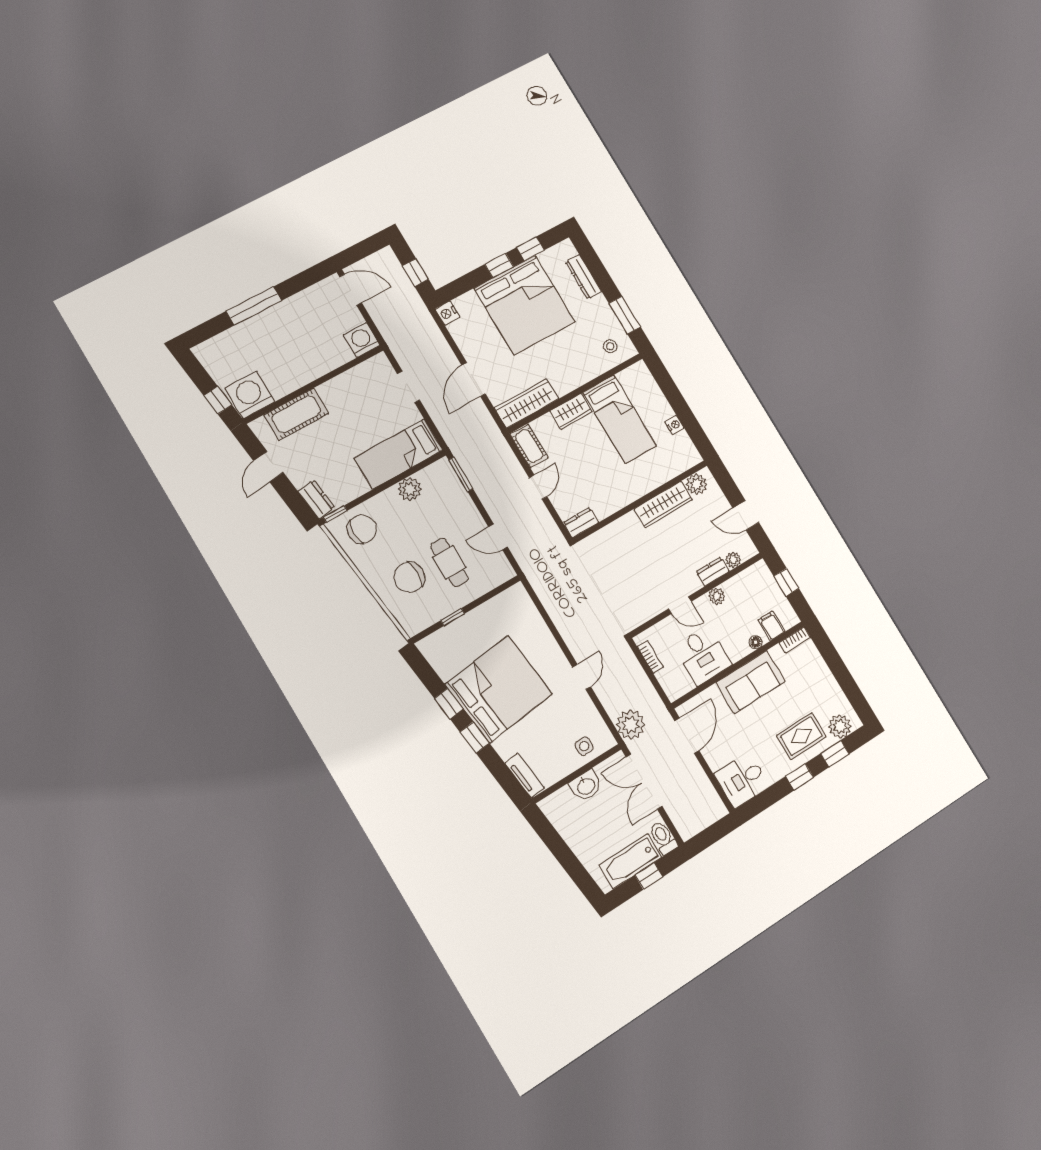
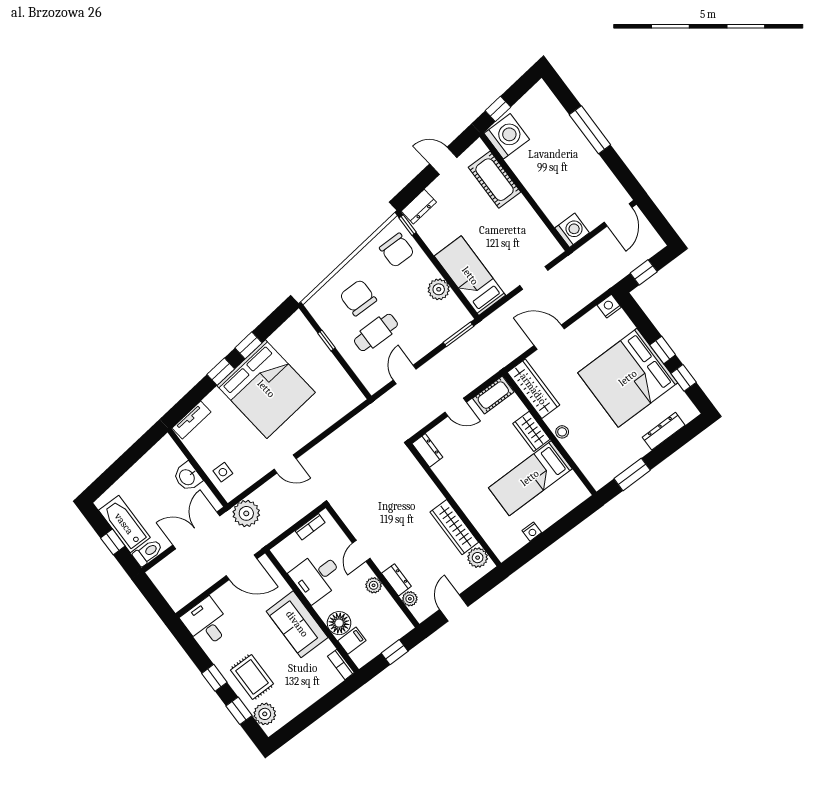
stool: (610, 346) -> (562, 432), moved
floor lamp: (756, 642) -> (339, 623), width x1.89, depth x1.89

